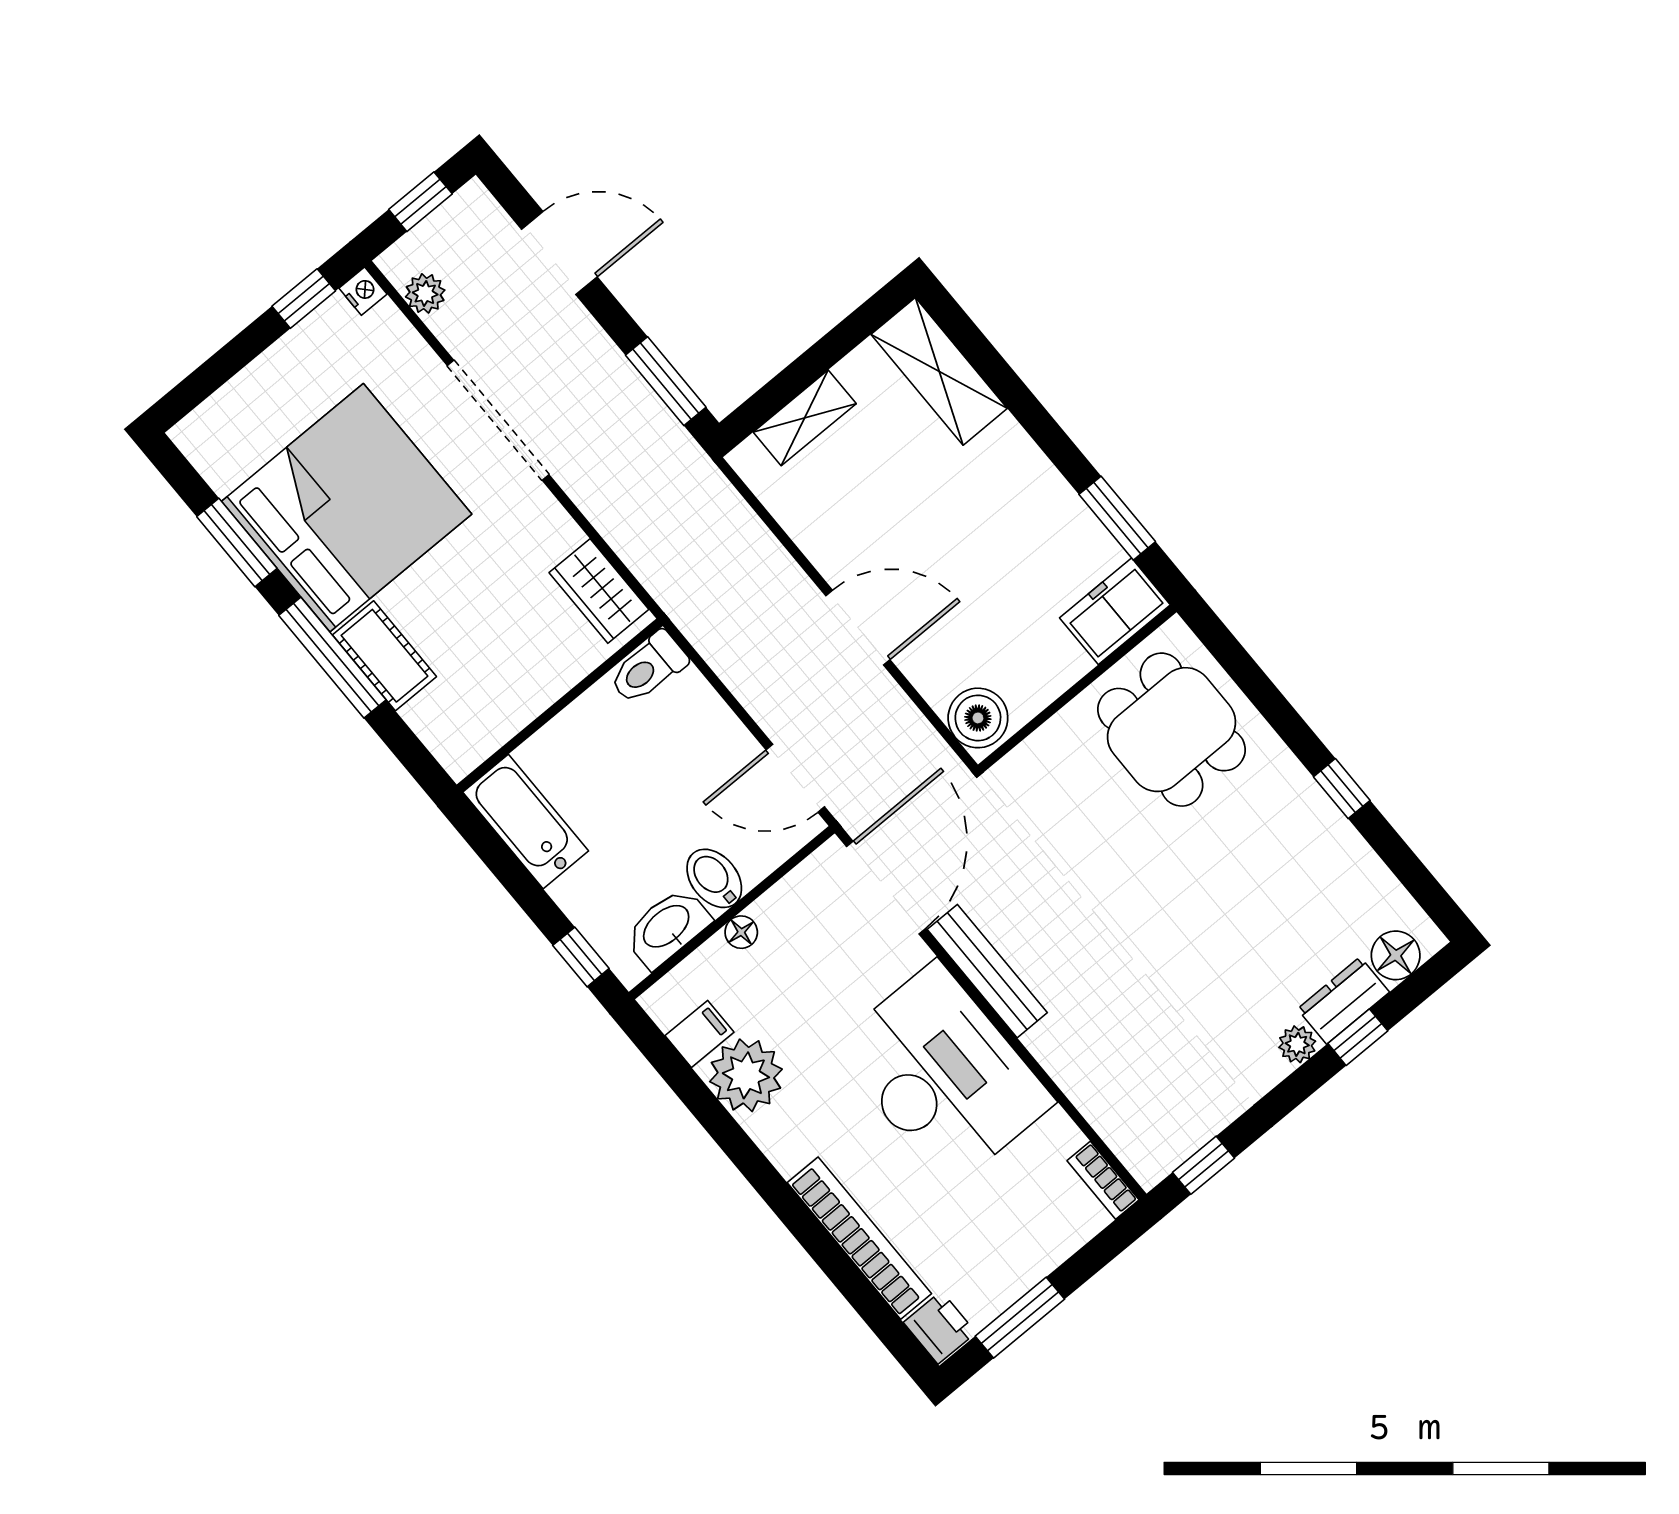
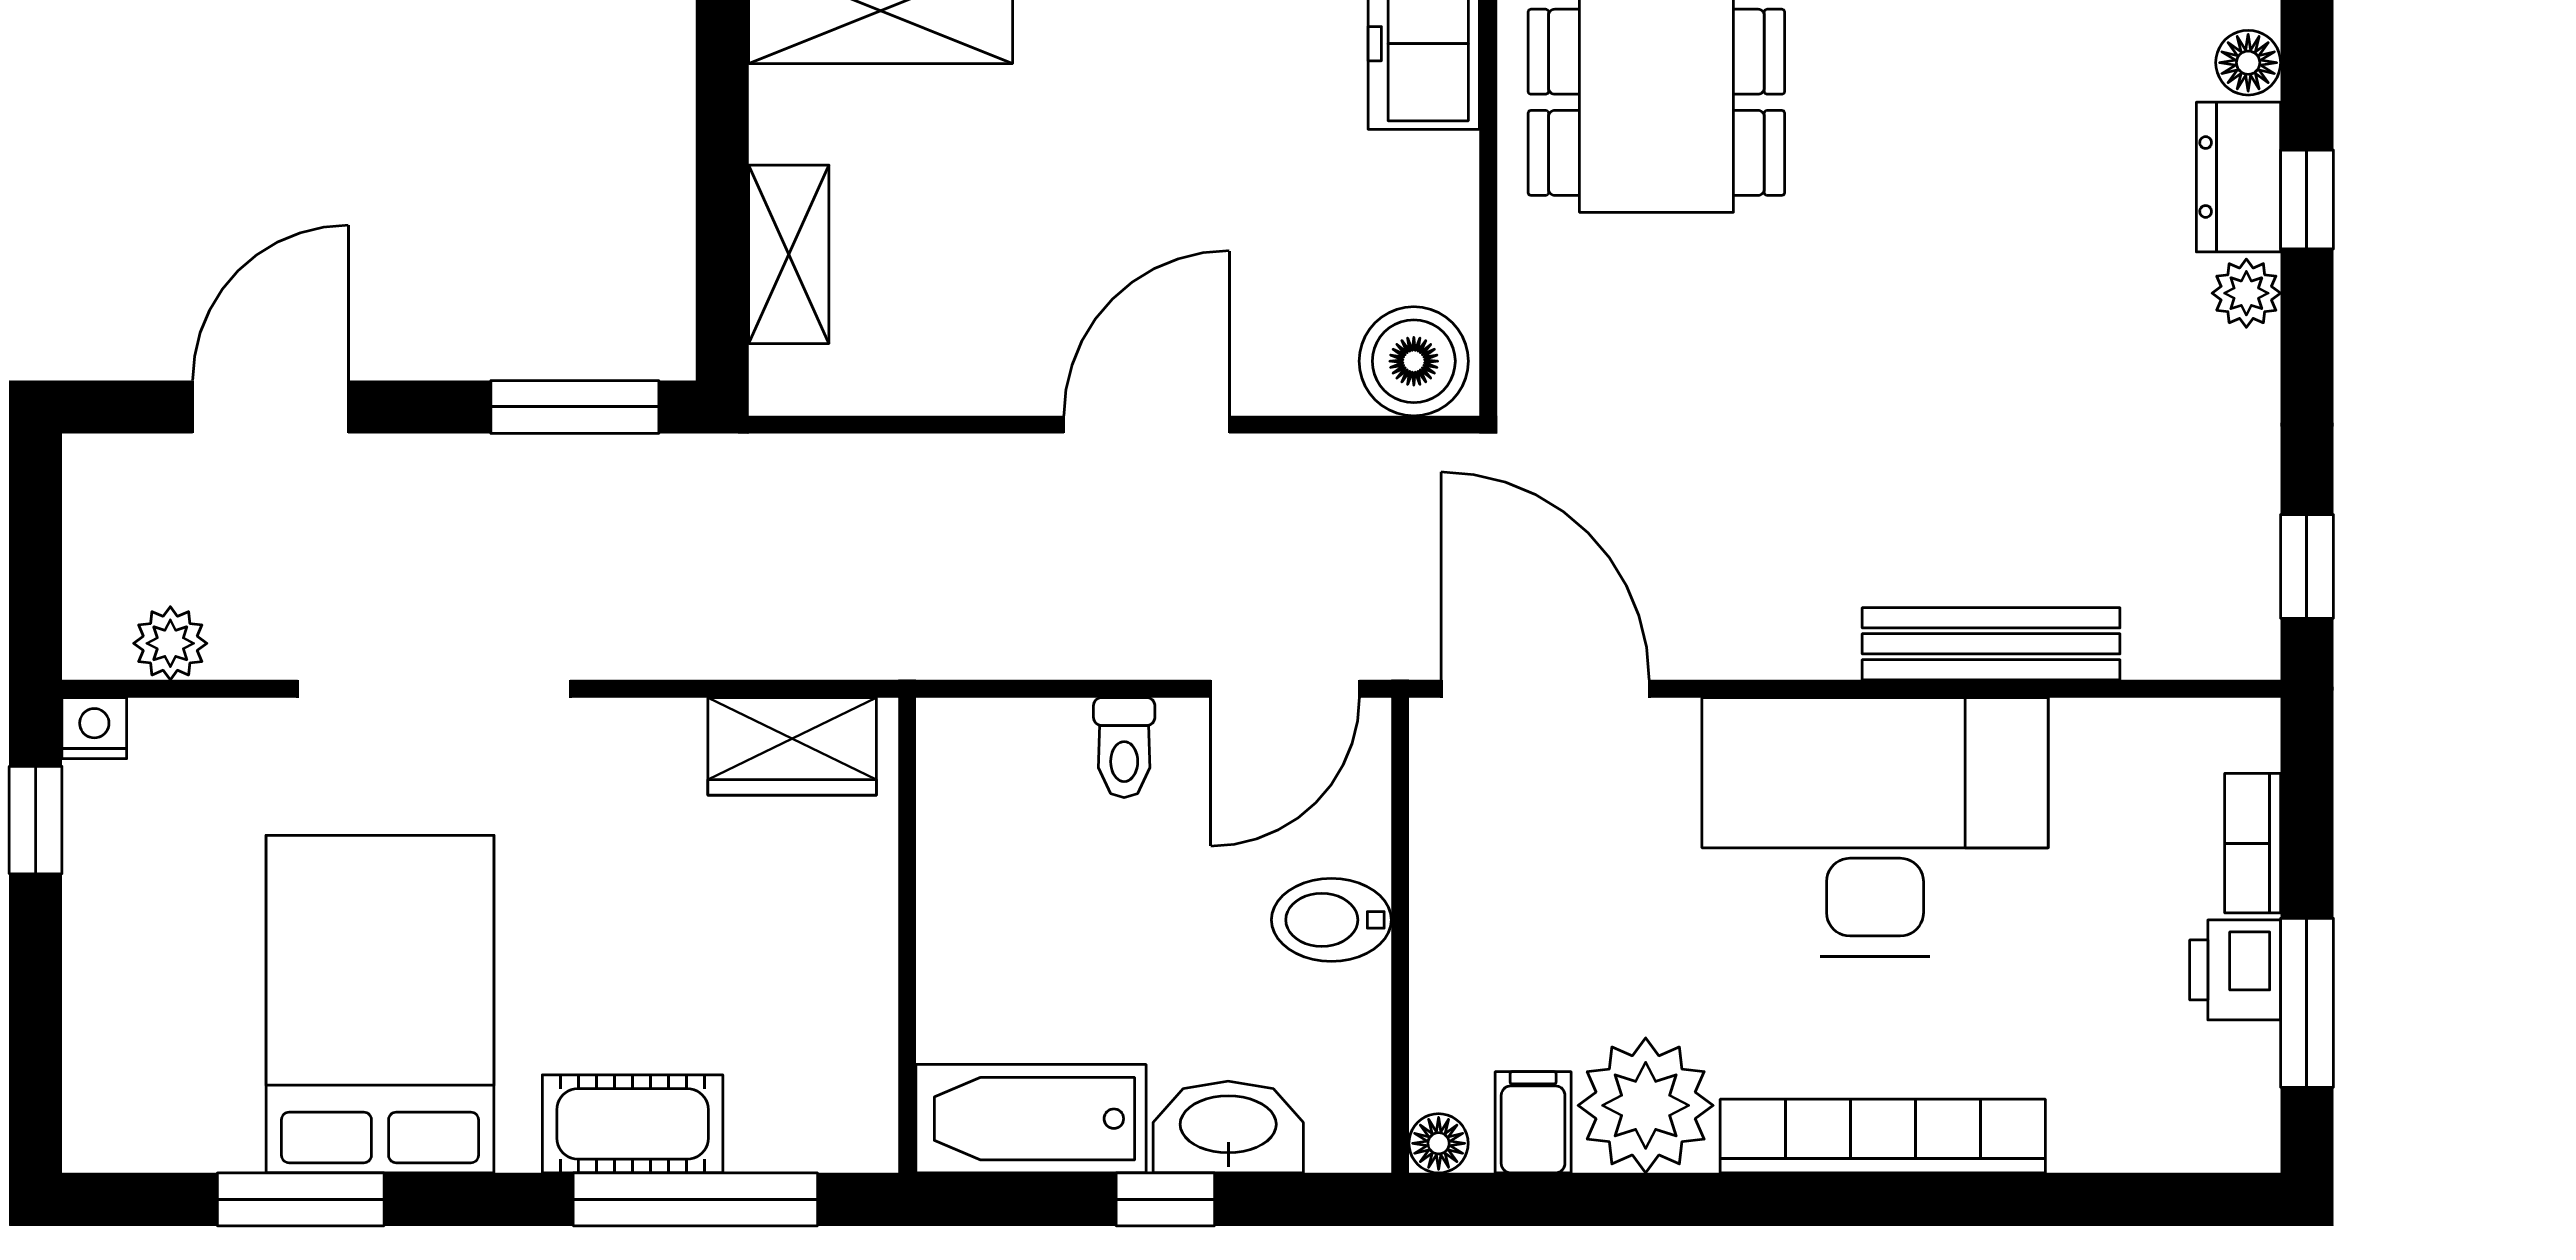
window: (420, 202) -> (36, 543), removed
bed: (347, 508) -> (380, 1004), width x0.73
window: (332, 658) -> (695, 1199), moved
toilet: (648, 668) -> (1124, 748), moved, width x0.73, depth x0.72
washbasin: (667, 927) -> (1228, 1127), moved, turned 90
floor lamp: (741, 932) -> (1439, 1143), moved
floor lamp: (1396, 955) -> (2248, 63), width x0.73, depth x0.73
window: (581, 957) -> (1165, 1199), moved
bench: (987, 971) -> (1991, 644), moved
bookcase: (1103, 1180) -> (2253, 843), moved, turned 90
bookcase: (859, 1238) -> (1883, 1136), moved
printer: (940, 1328) -> (2235, 970), moved, turned -90

